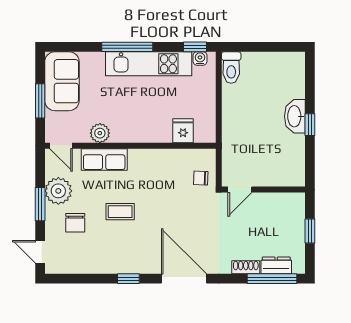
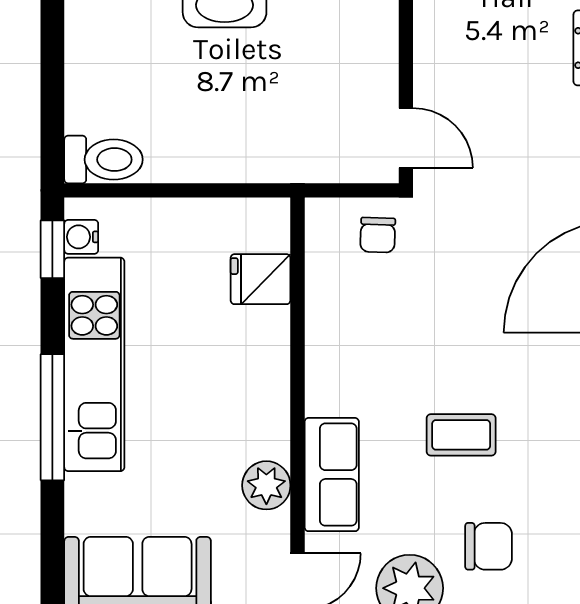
coffee table: (120, 212) -> (461, 435), turned 90

